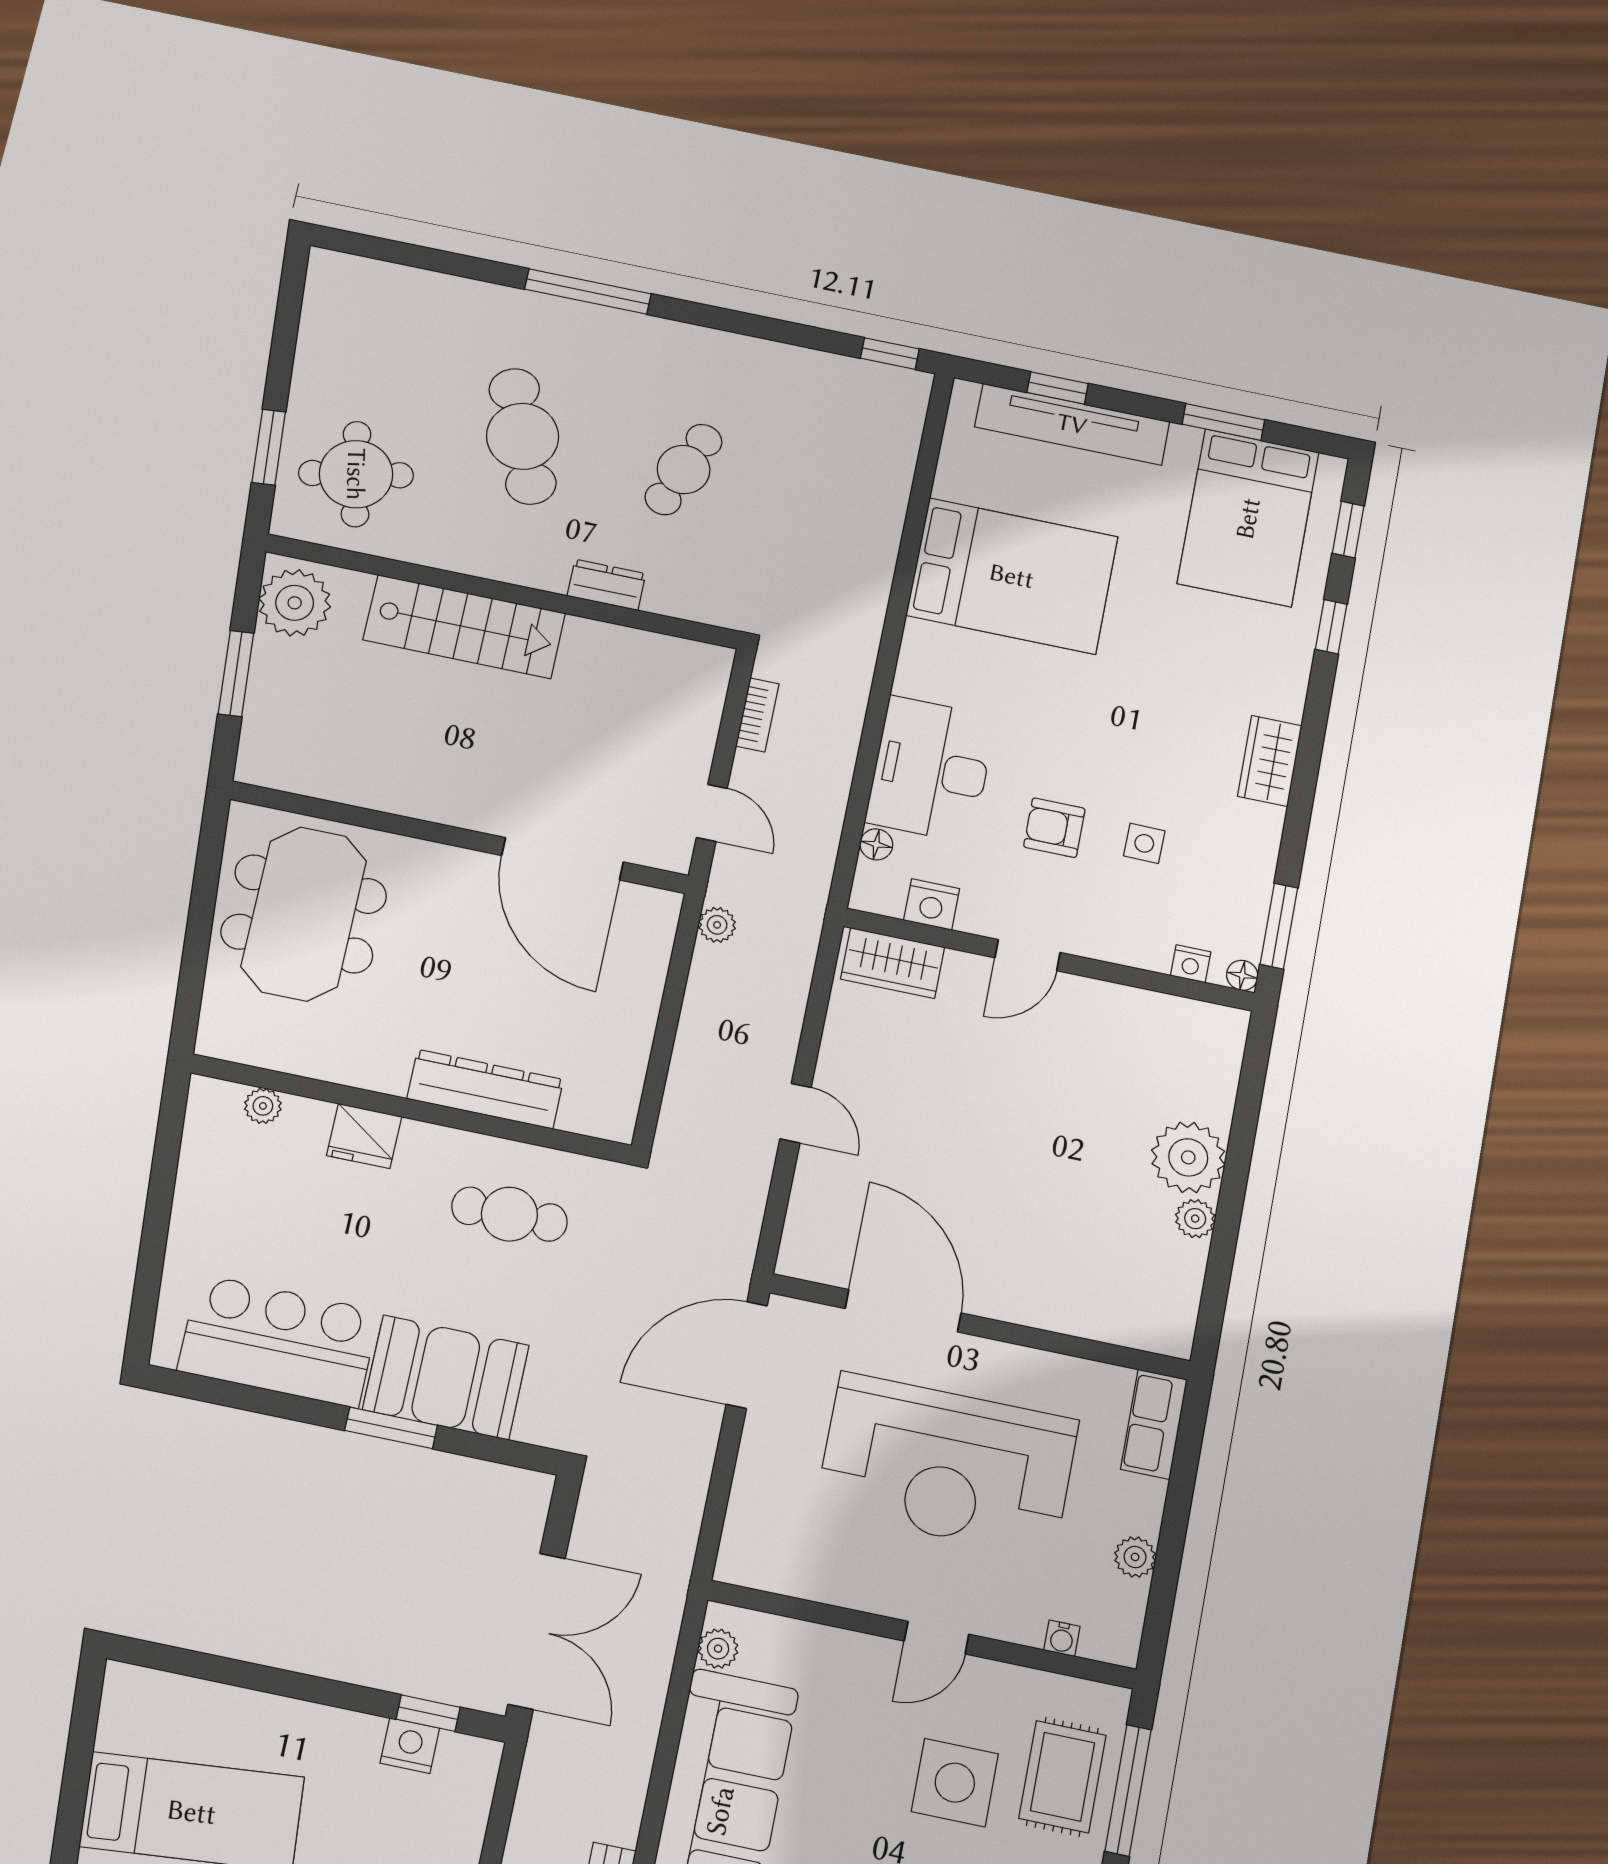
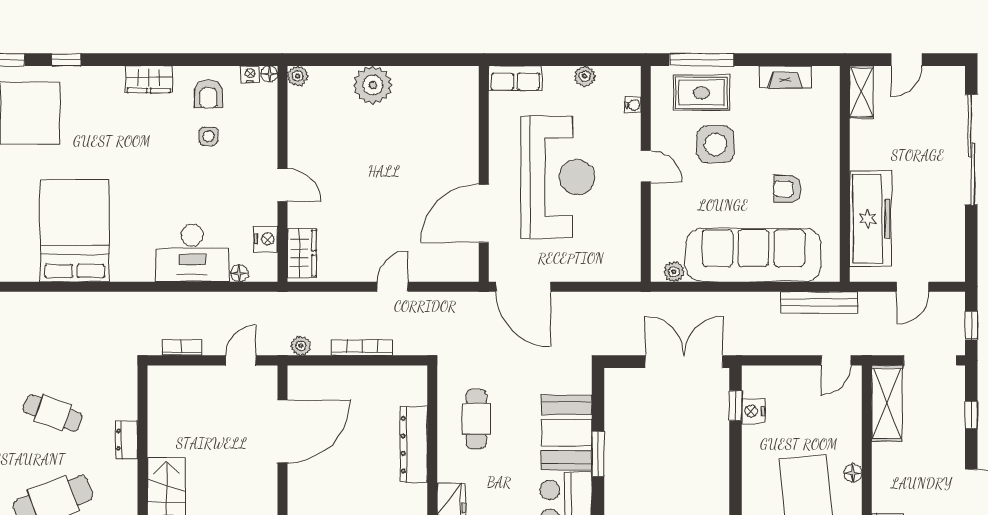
armchair: (1054, 828) -> (208, 94), moved
window: (1279, 926) -> (239, 60), removed
nightstand: (1191, 964) -> (250, 74), moved, turned -90
bookcase: (690, 1034) -> (362, 348), added
plant: (1195, 1219) -> (298, 76), moved

